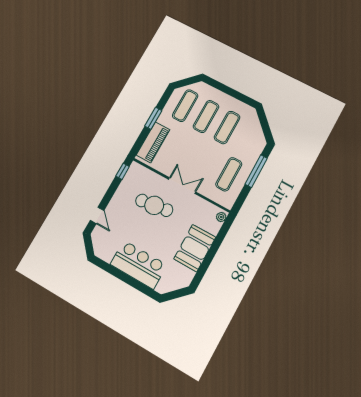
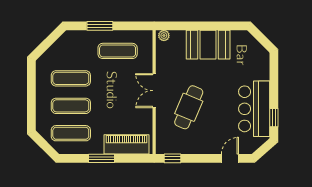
window: (256, 171) -> (100, 26), width x0.69
cafe table: (154, 205) -> (189, 107), turned 31
bar counter: (138, 265) -> (254, 109), moved
window: (108, 268) -> (274, 118), added

